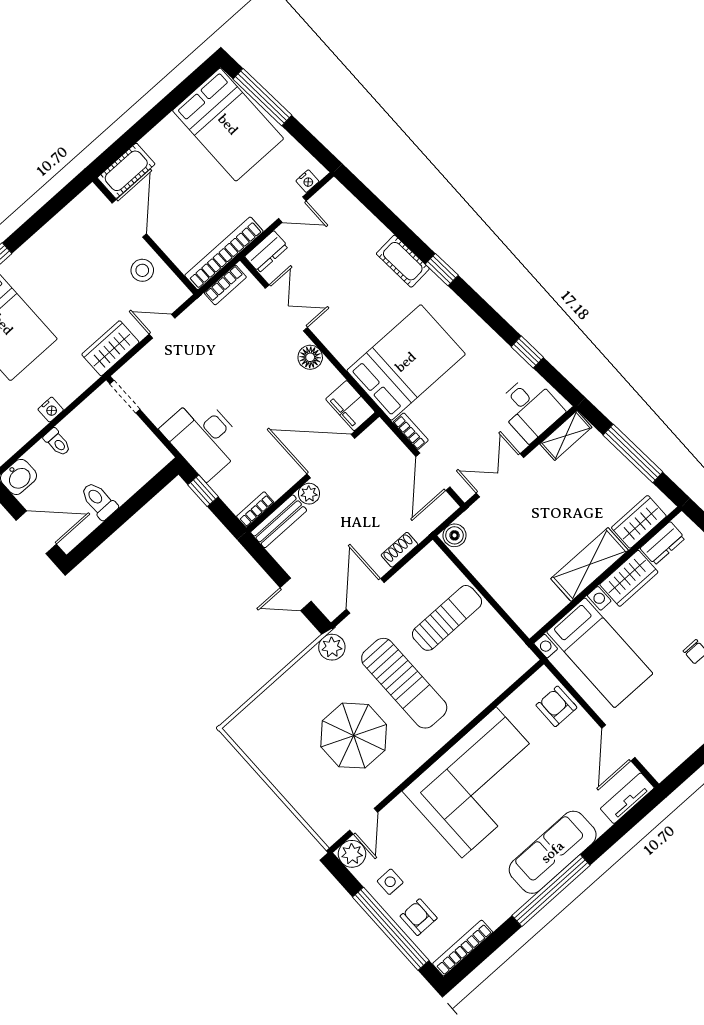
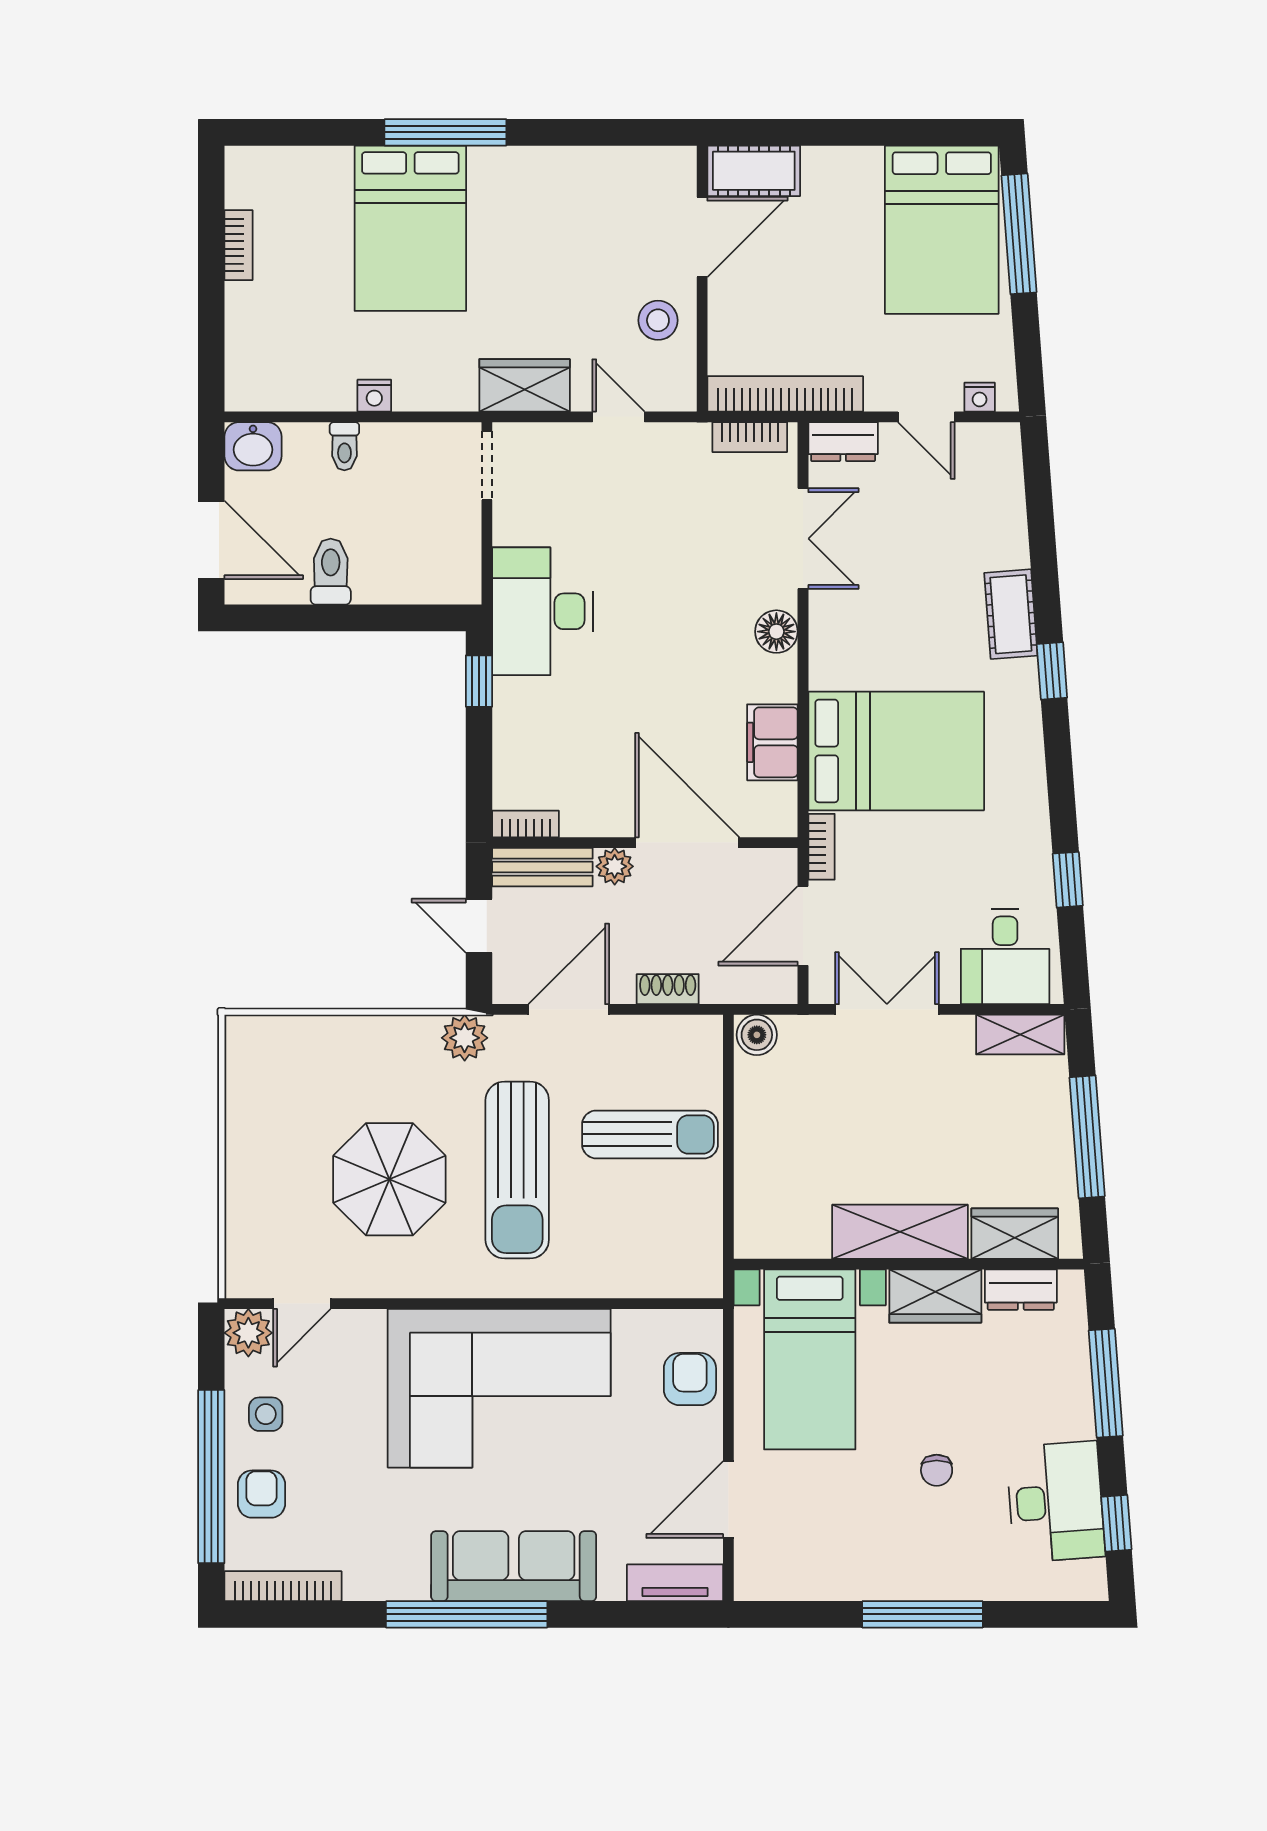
door: (331, 456) -> (687, 843), moved
wall: (313, 472) -> (645, 843), moved
plant: (309, 494) -> (615, 866), moved
bookcase: (255, 509) -> (526, 824), moved
bench: (279, 521) -> (542, 867), moved

